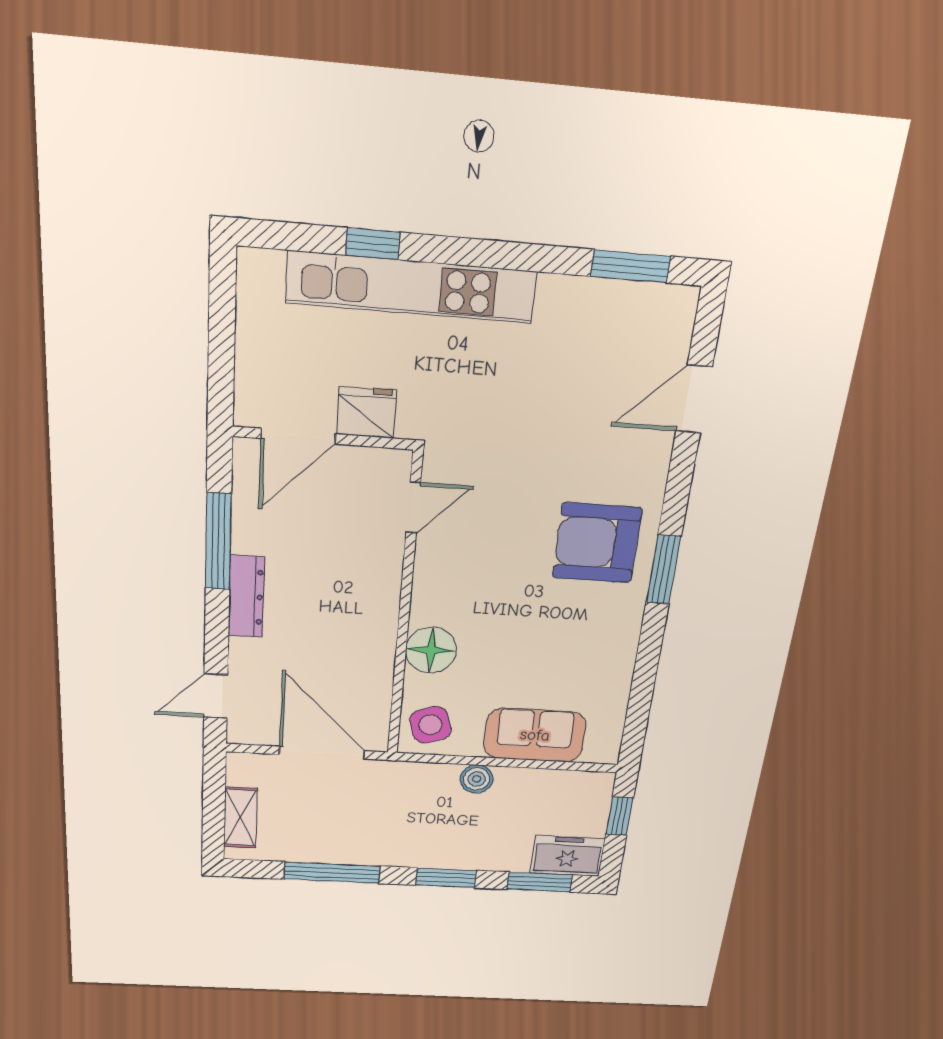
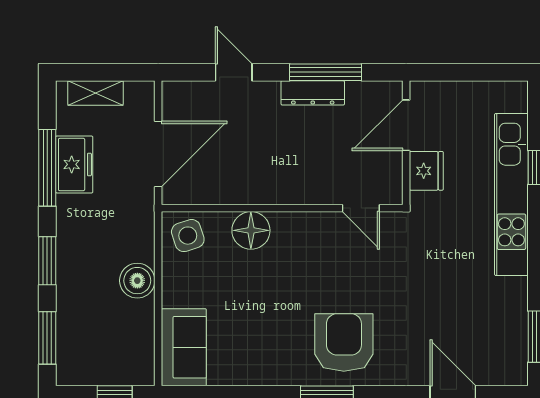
door: (298, 436) -> (406, 125), hinge flipped
dresser: (246, 597) -> (313, 93), moved
door: (216, 696) -> (234, 72), moved
sofa: (535, 735) -> (184, 347), moved
boiler: (477, 779) -> (137, 281), width x1.36, depth x1.36
freezer: (567, 856) -> (74, 164), moved

